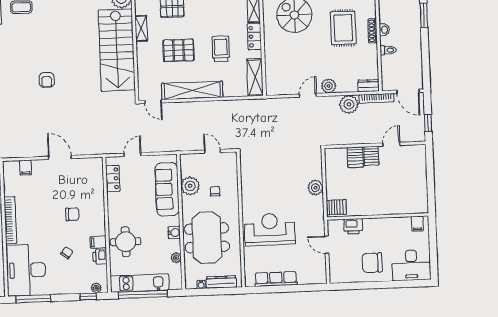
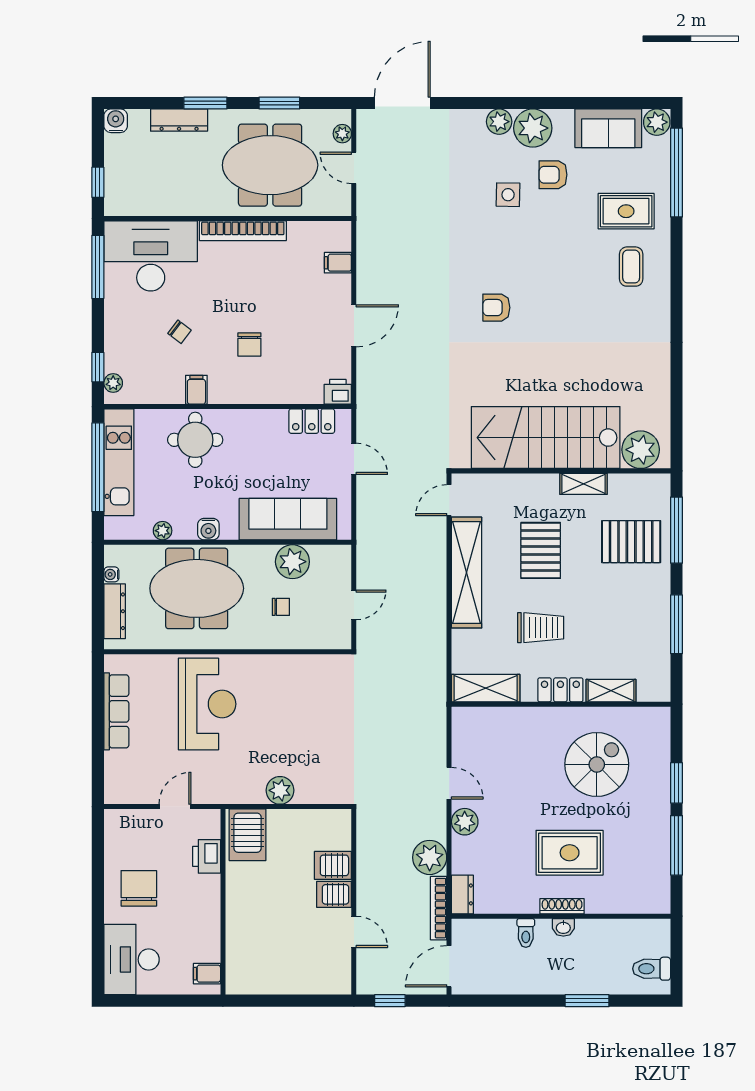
server rack: (336, 207) -> (248, 835), width x1.36, depth x1.44
printer: (100, 257) -> (338, 392), moved

